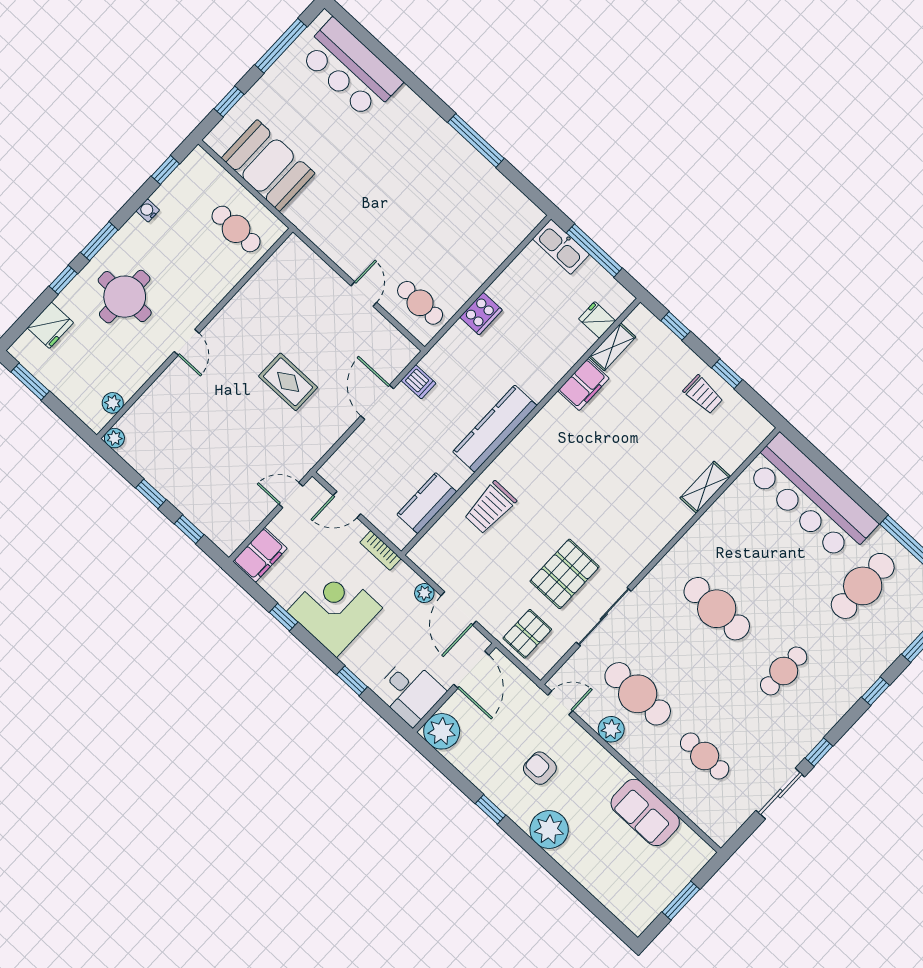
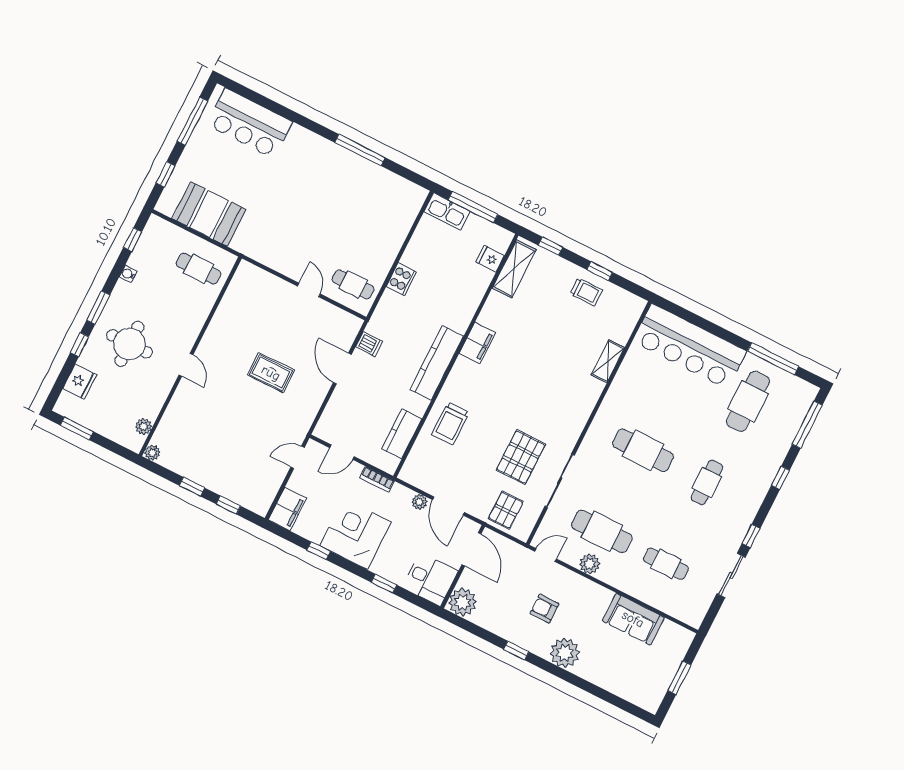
shelving: (612, 347) -> (514, 269), width x1.50, depth x1.33
filing cabinet: (583, 385) -> (477, 343), moved

